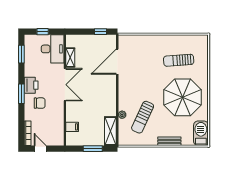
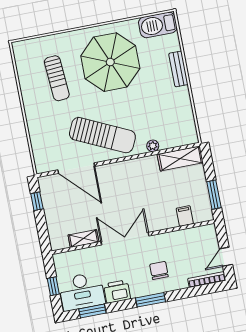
desk: (53, 49) -> (82, 291), moved, turned 180
printer: (31, 85) -> (117, 291), moved
sun lounger: (143, 117) -> (102, 135), moved, width x1.36, depth x1.34
window: (93, 149) -> (214, 195), moved

